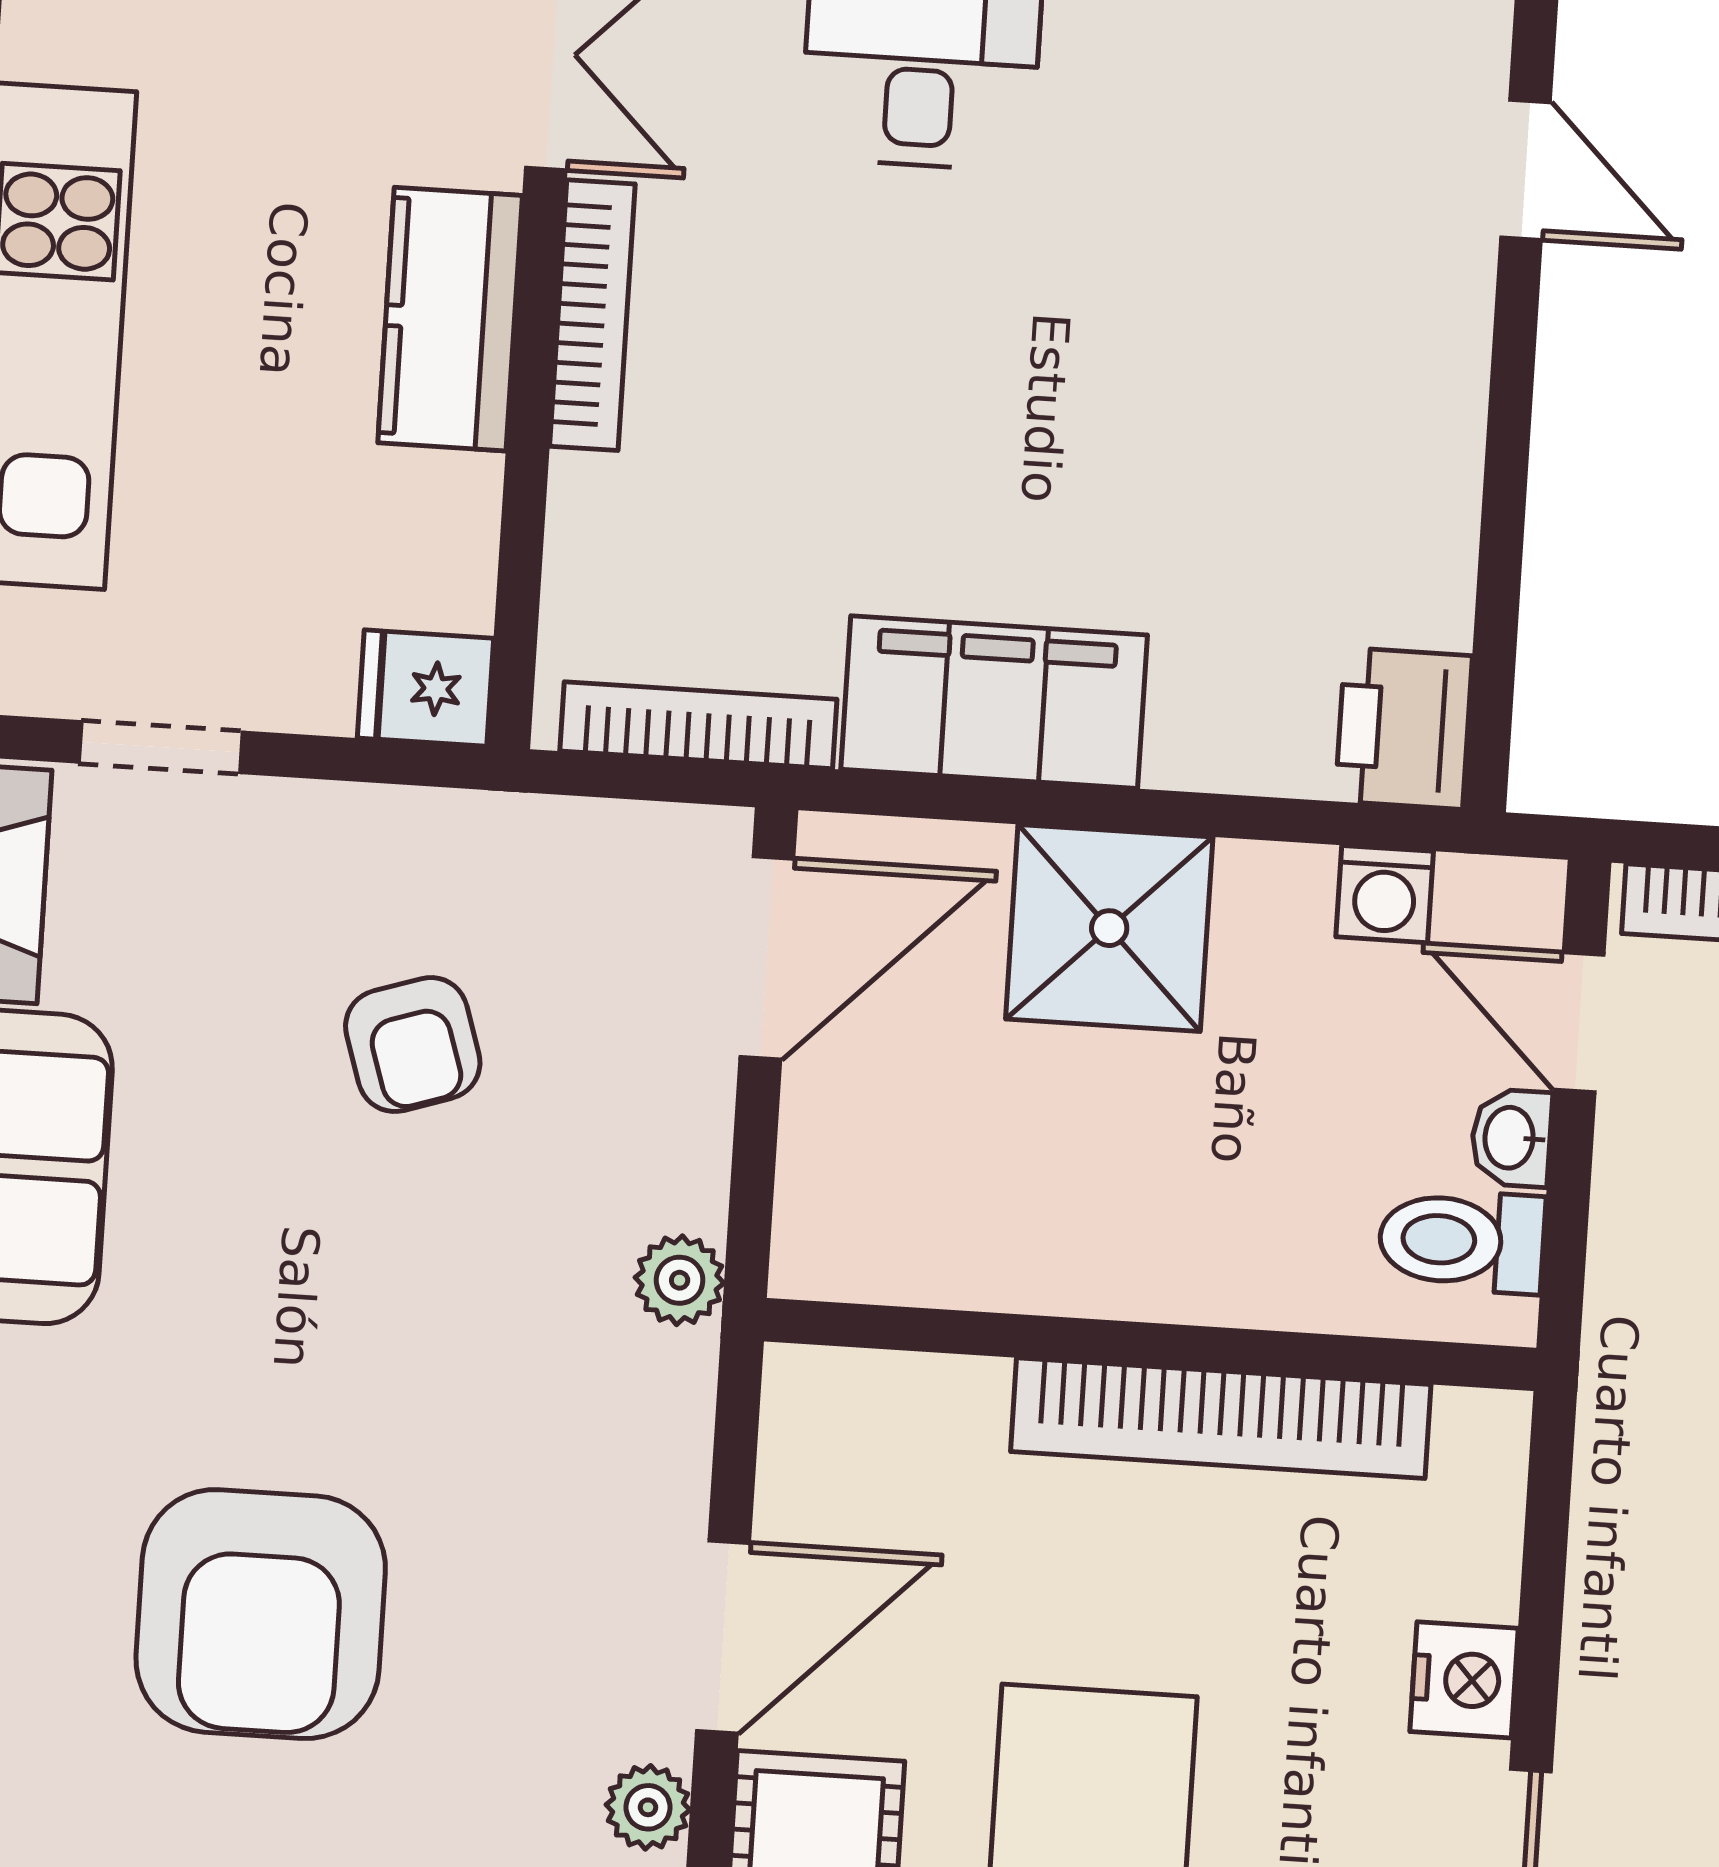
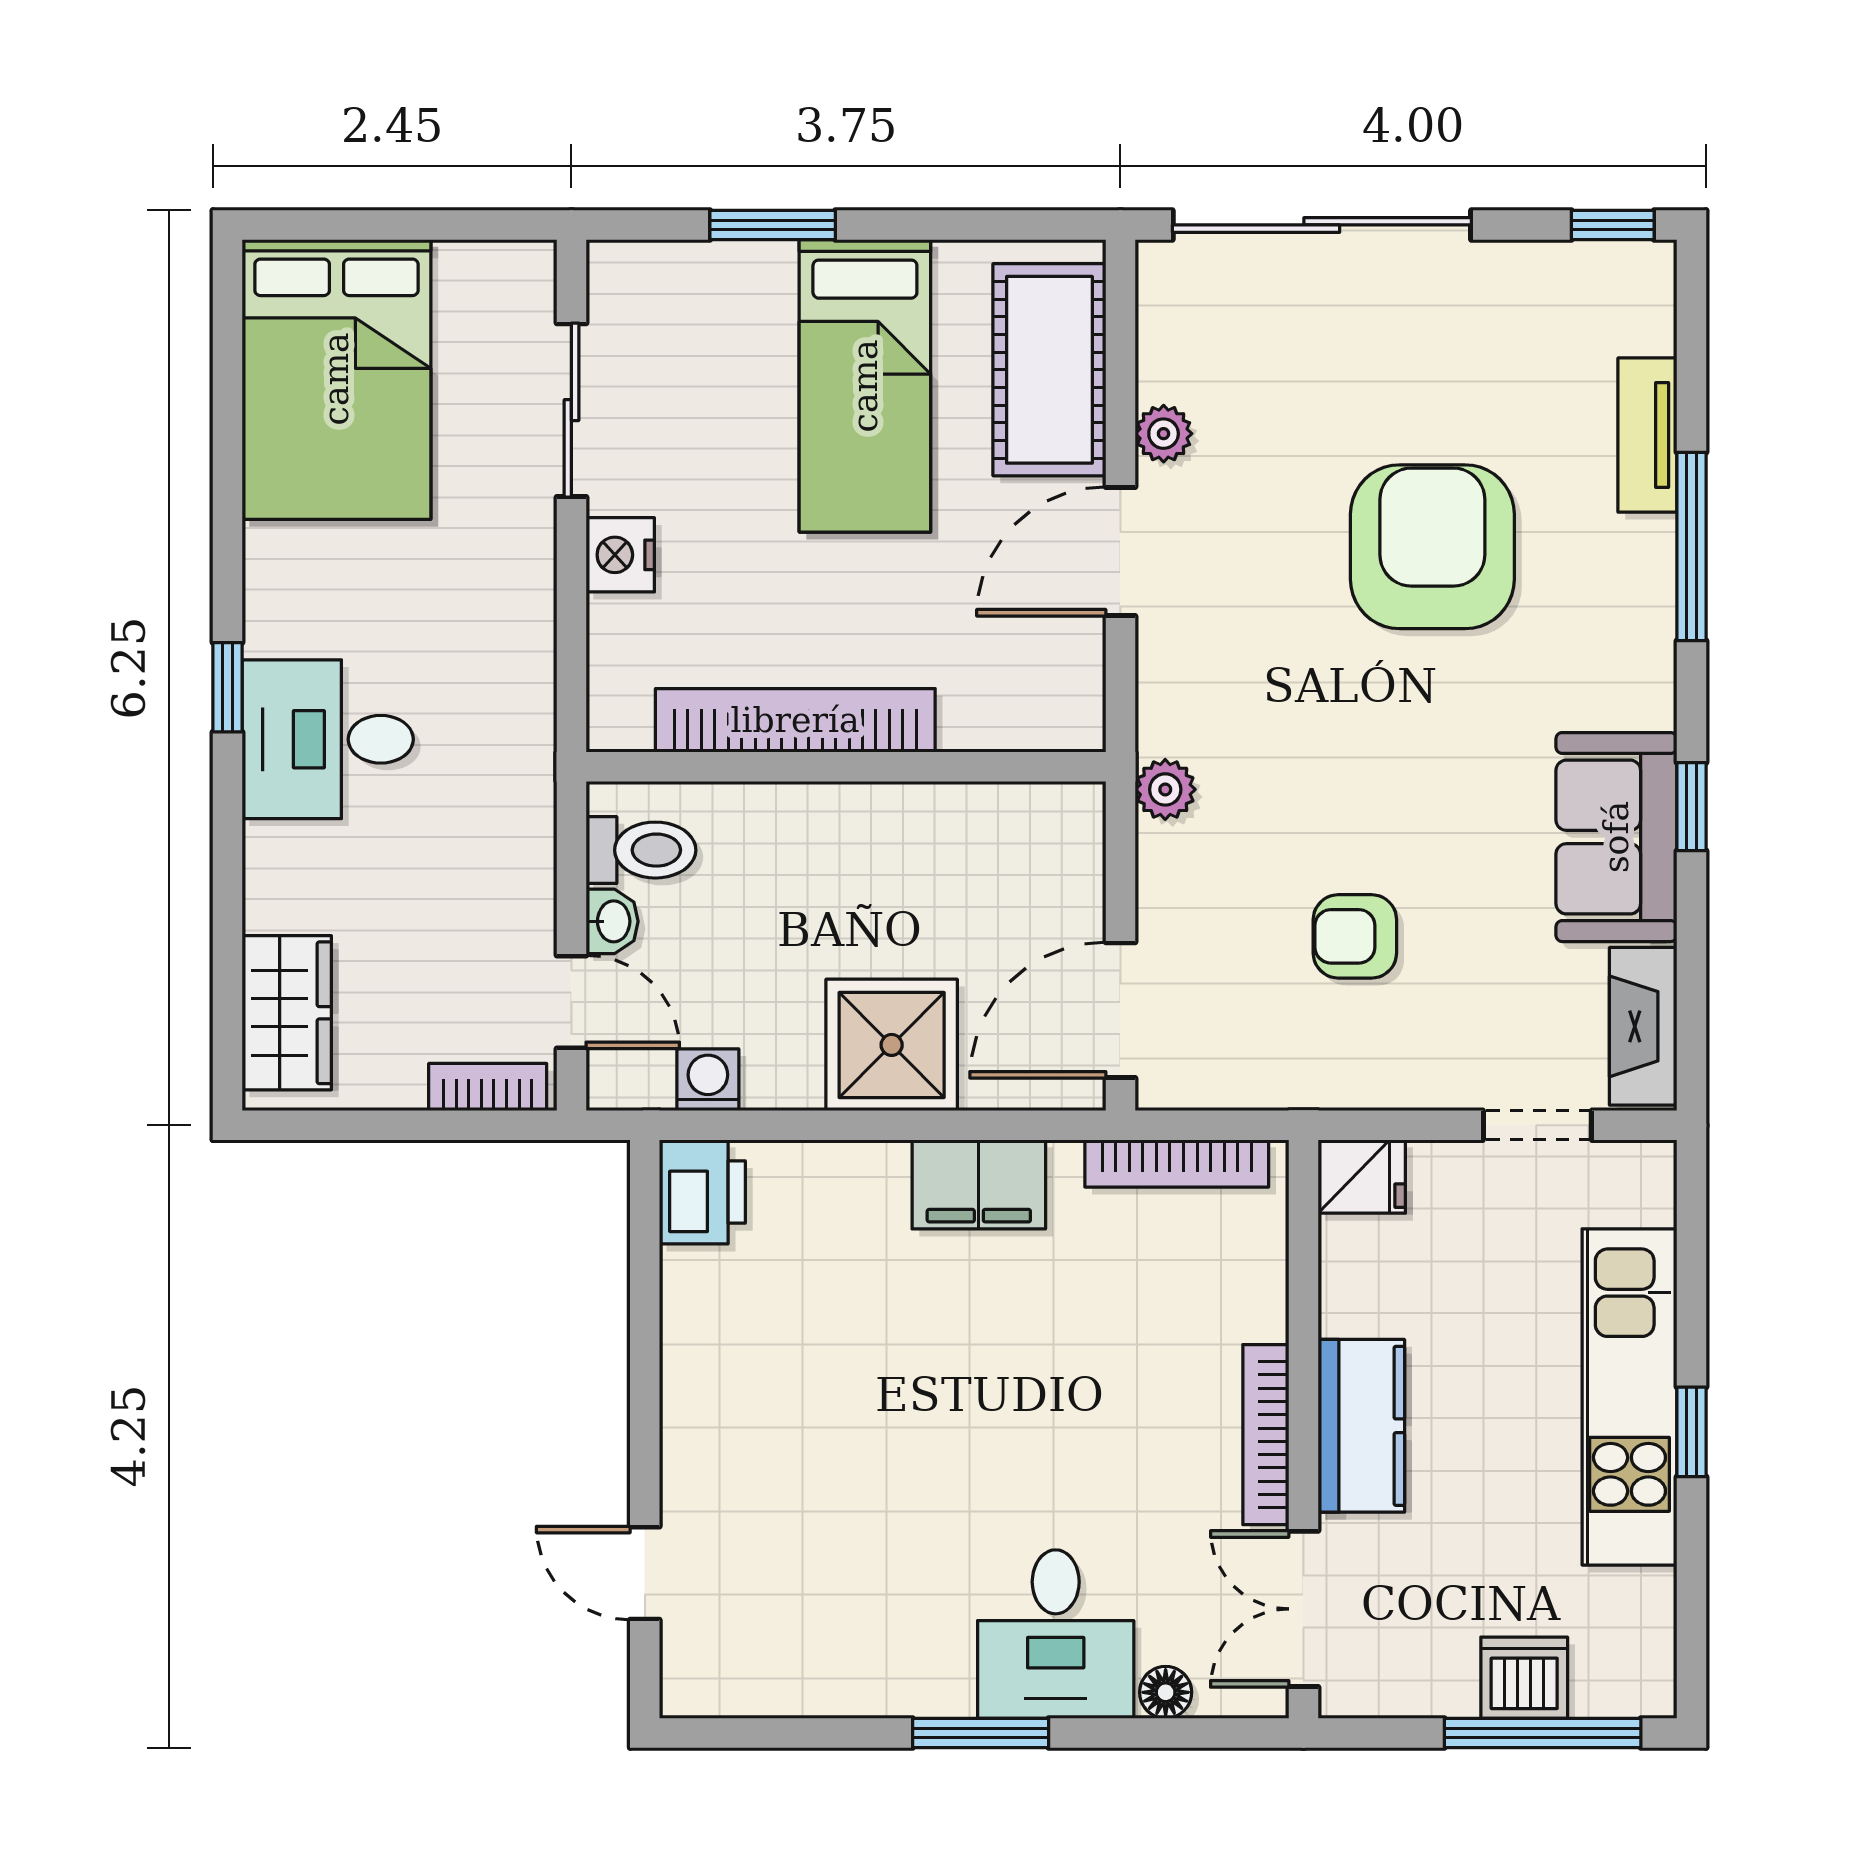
filing cabinet: (994, 702) -> (979, 1184), width x0.67, depth x0.86
armchair: (413, 1045) -> (1355, 936), turned -72

